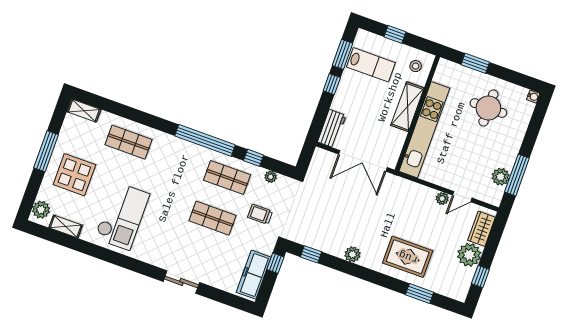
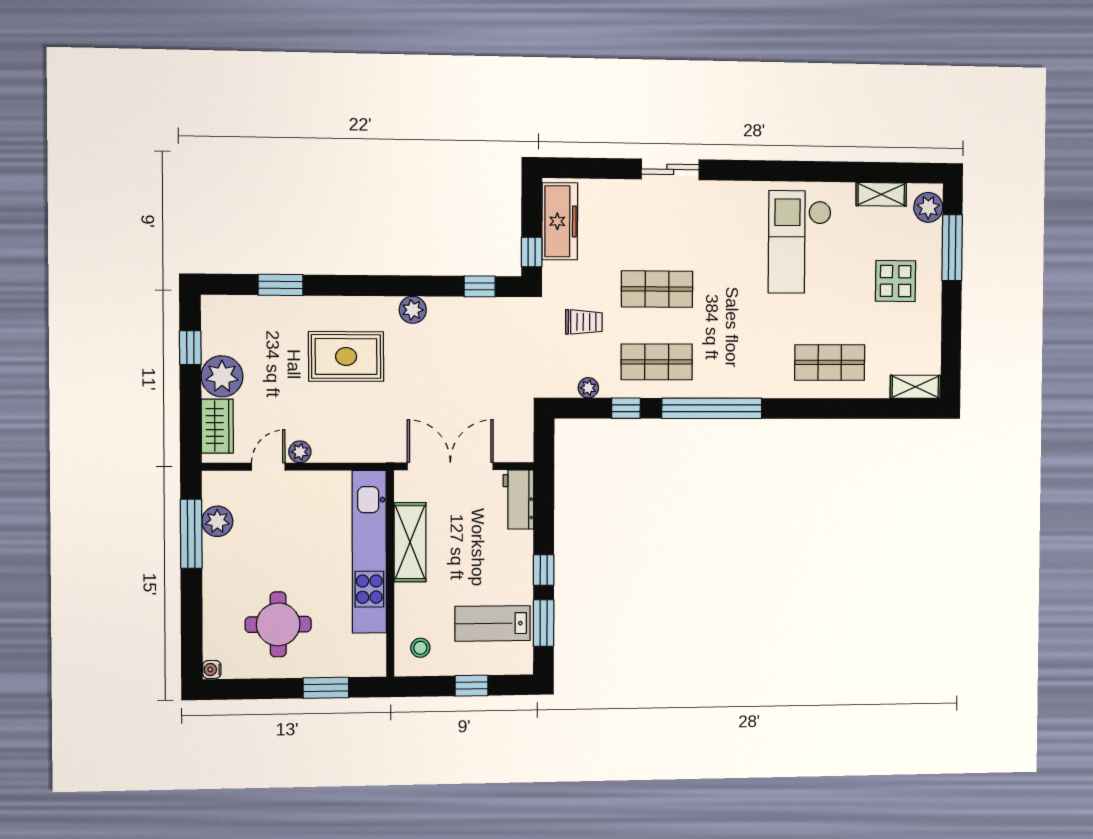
shelving: (407, 107) -> (410, 542), moved
window: (46, 151) -> (952, 248), moved
display table: (74, 175) -> (896, 281), width x0.73, depth x0.73
rug: (408, 257) -> (346, 356), moved

